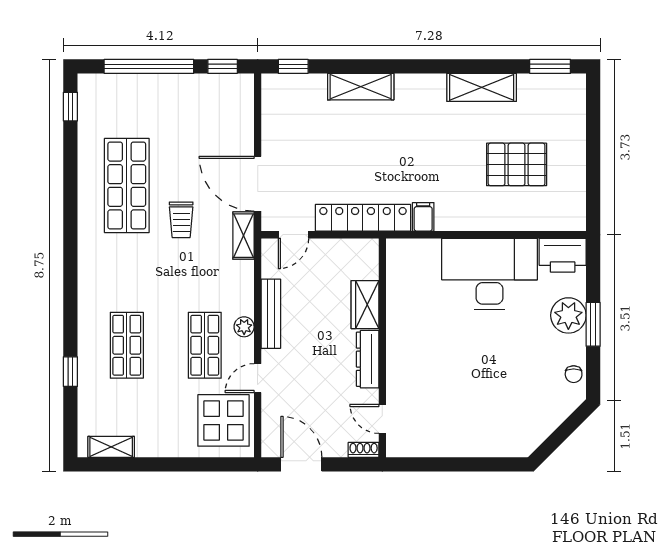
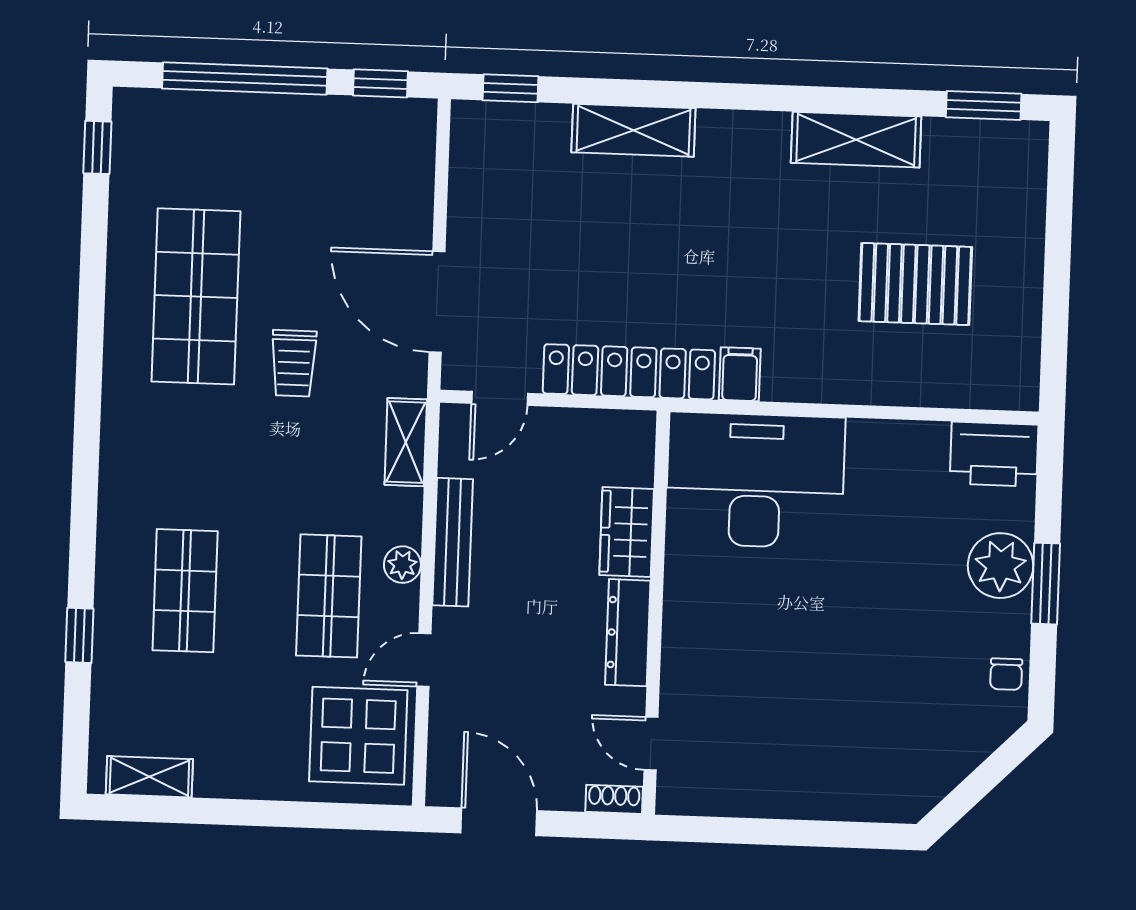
shelving: (243, 236) -> (406, 442), moved
desk: (489, 274) -> (755, 480), moved

